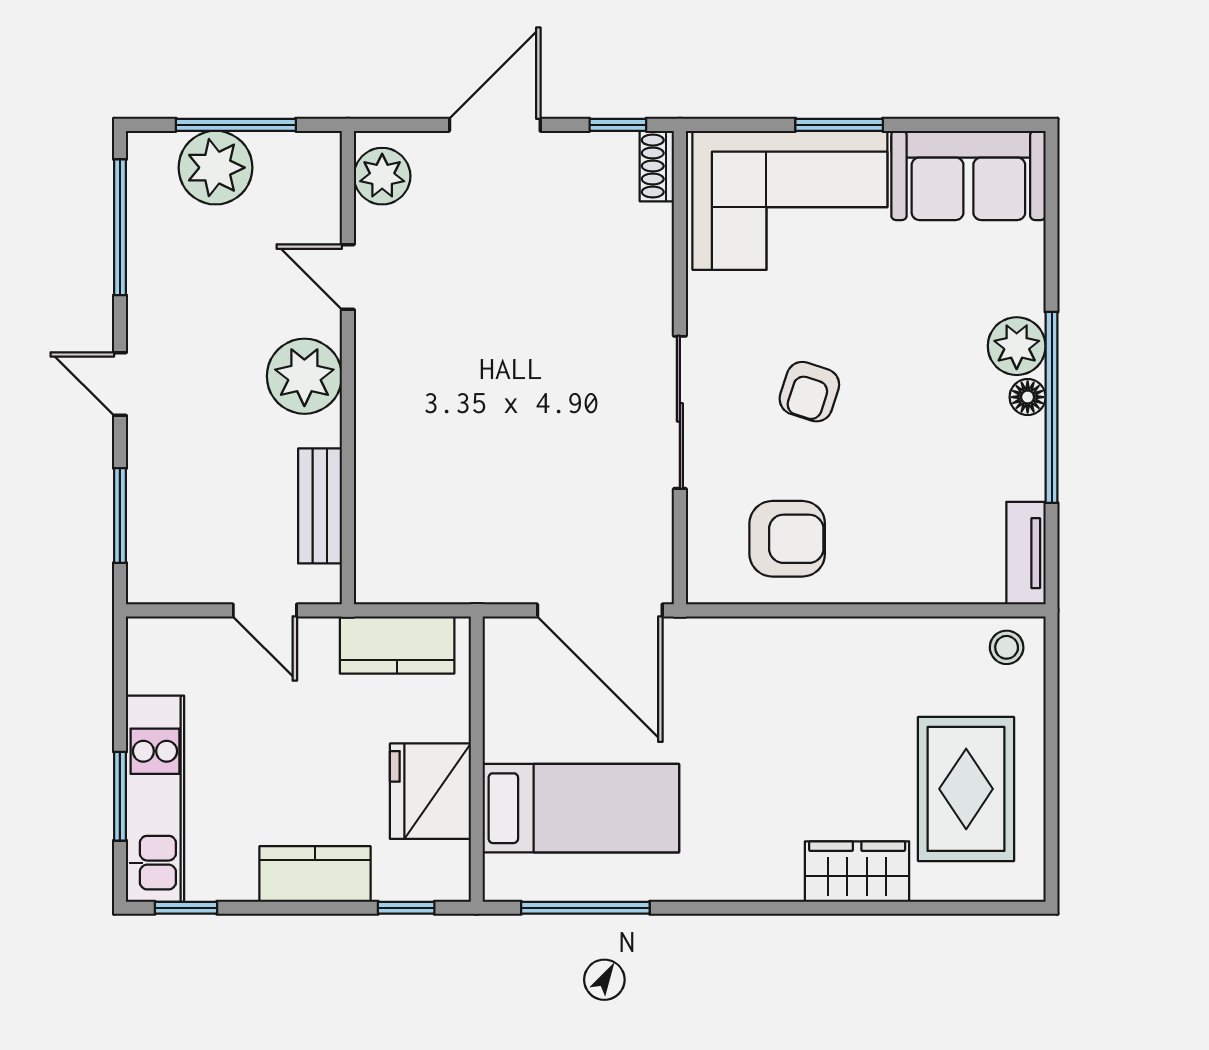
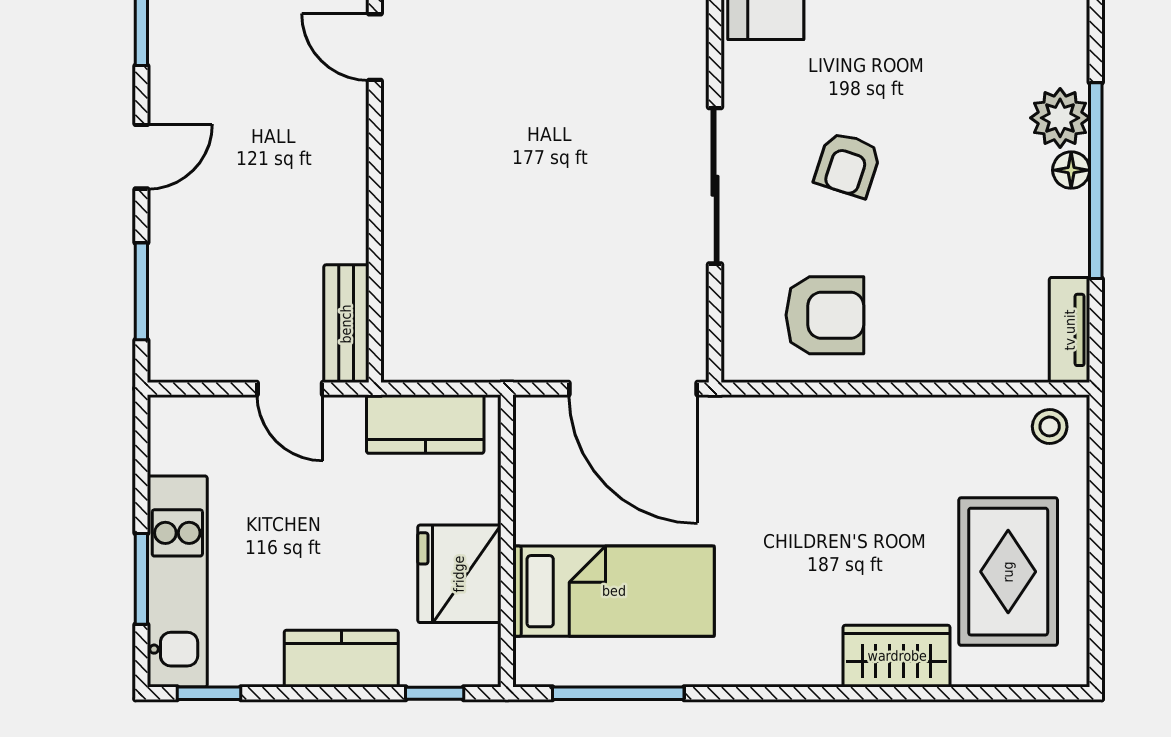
plant: (304, 376) -> (330, 149), removed
door: (120, 384) -> (141, 157), swing flipped
bench: (320, 506) -> (346, 324), moved

